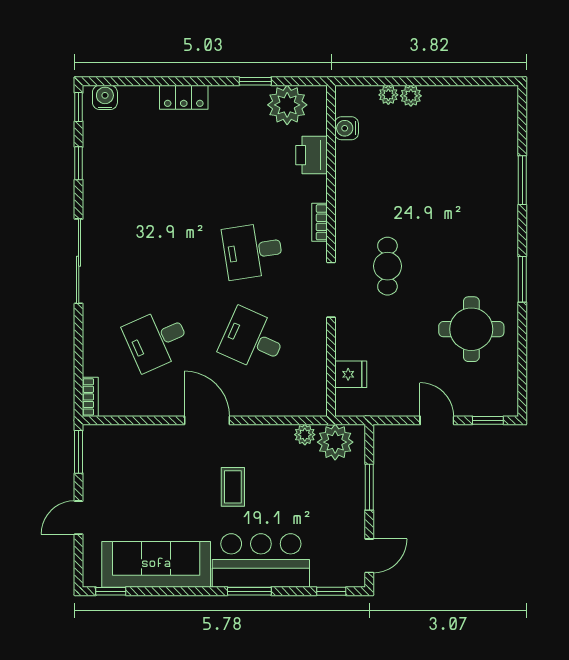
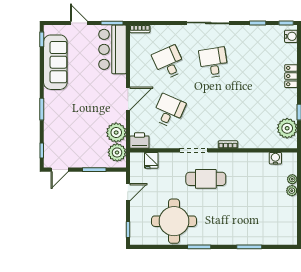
printer: (312, 155) -> (139, 141), moved
desk: (253, 251) -> (214, 62), moved
cafe table: (387, 266) -> (206, 179), width x1.37, depth x1.35
round table: (471, 329) -> (174, 221), width x1.36, depth x1.36
door: (207, 420) -> (128, 99), moved
door: (437, 420) -> (128, 192), moved
plant: (305, 435) -> (116, 133), width x1.87, depth x1.87
coffee table: (233, 487) -> (94, 101), removed
door: (369, 556) -> (60, 170), hinge flipped
bar counter: (261, 560) -> (112, 49), moved, turned 180

